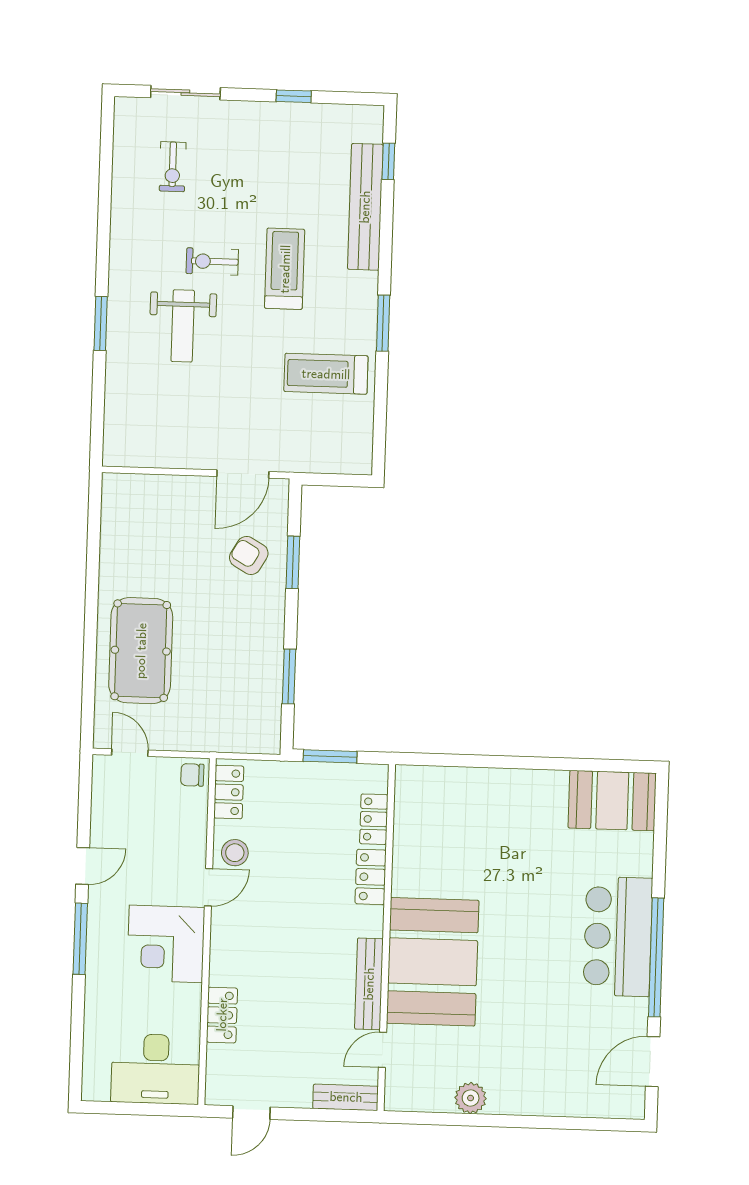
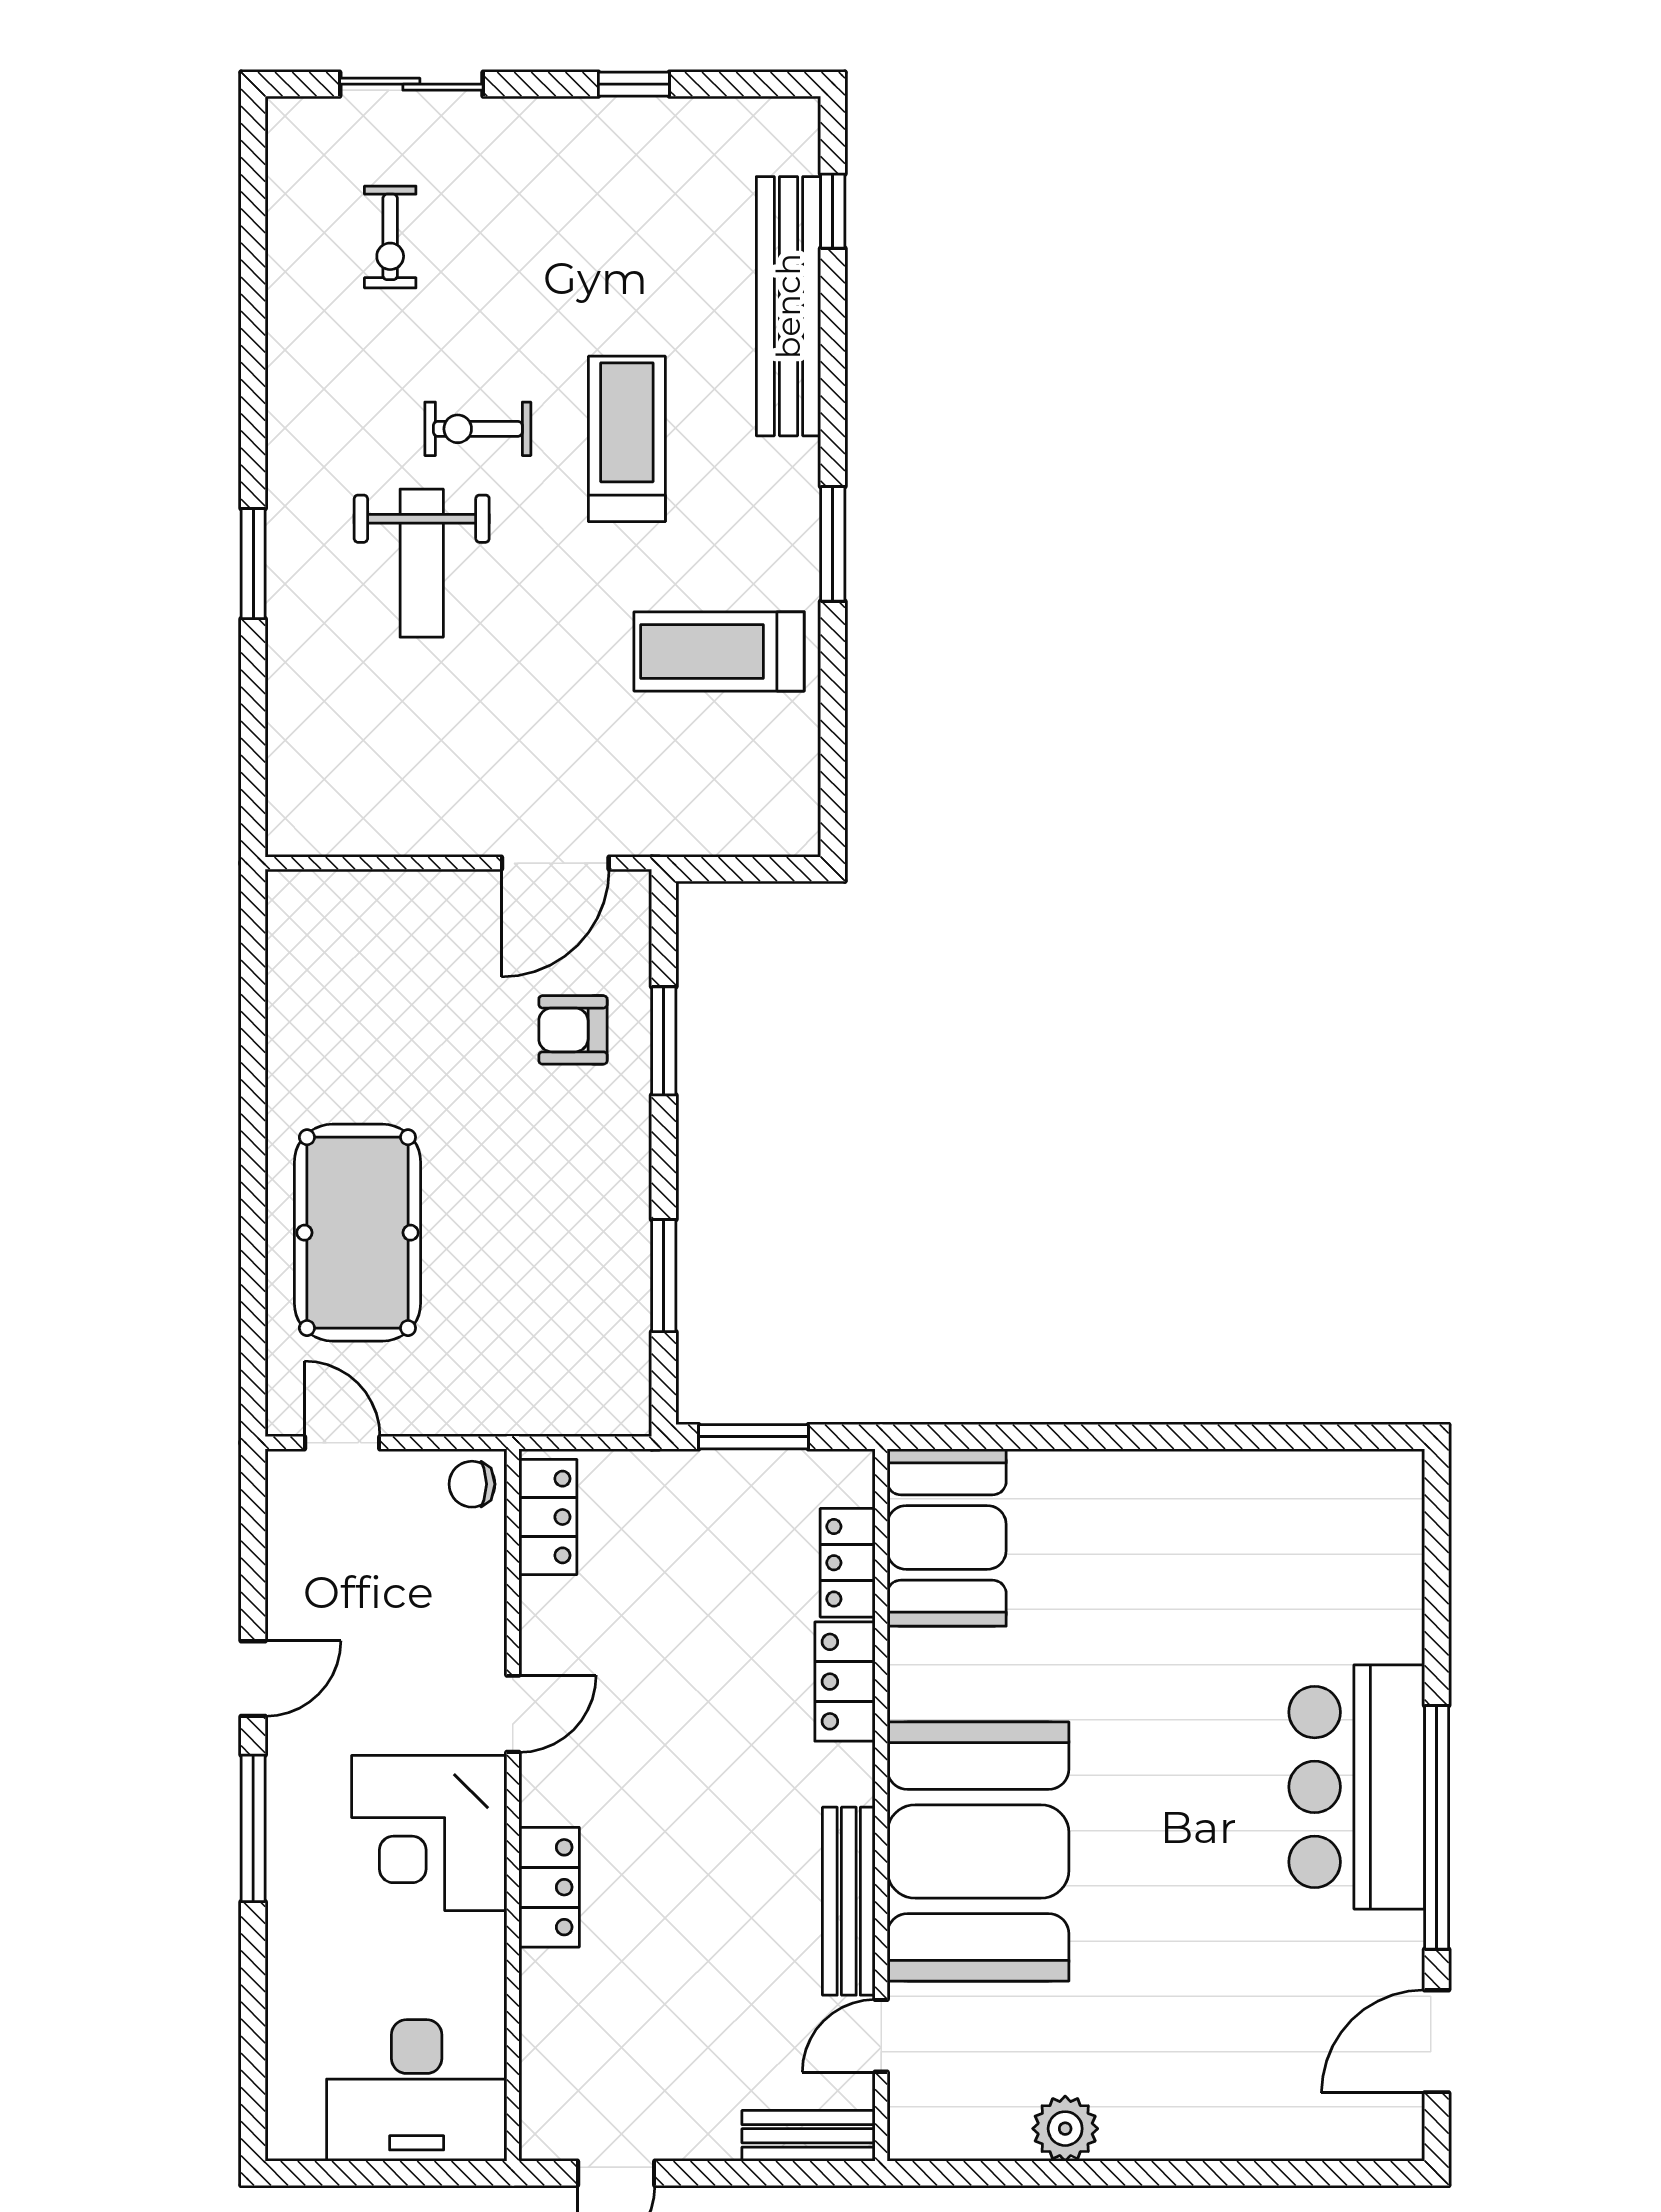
armchair: (249, 555) -> (573, 1030), turned -30
booth: (612, 801) -> (947, 1537), moved, turned 90
stool: (235, 853) -> (565, 1641), removed
locker: (222, 1015) -> (549, 1887), moved

